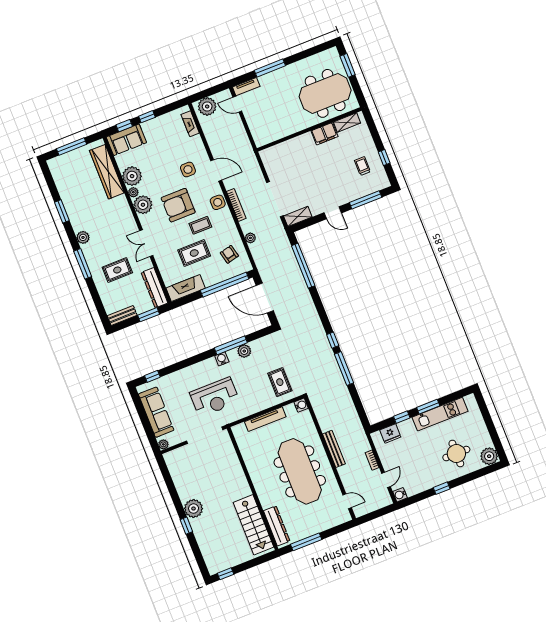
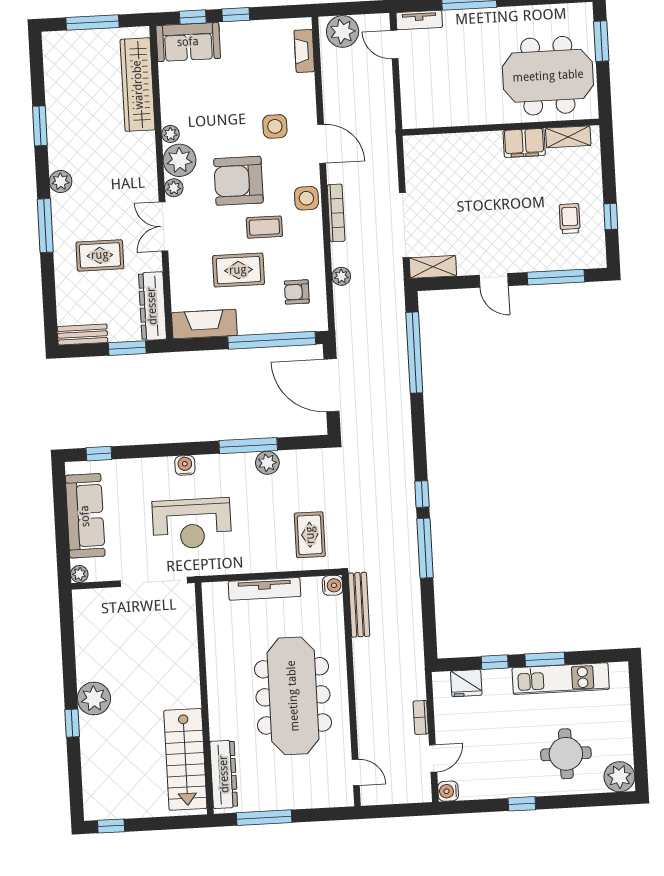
plant: (132, 176) -> (174, 188), moved, width x0.53, depth x0.53
armchair: (229, 254) -> (297, 292), turned -77
water cooler: (222, 359) -> (185, 465), moved
bench: (334, 449) -> (359, 605), moved

